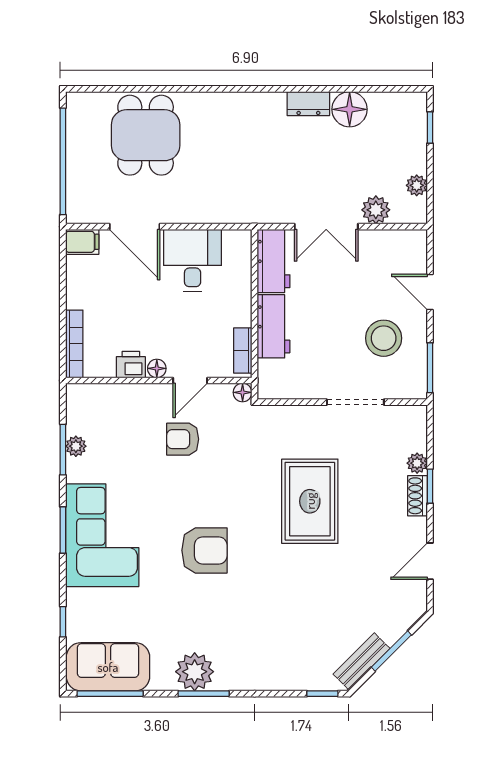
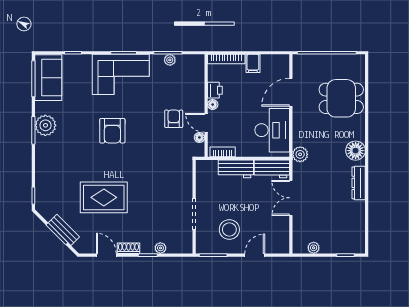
dresser: (308, 104) -> (359, 183), width x1.44
floor lamp: (350, 109) -> (356, 151), moved
plant: (376, 210) -> (300, 154), moved
filing cabinet: (82, 242) -> (253, 63), moved
desk: (193, 260) -> (272, 130), width x1.37
floor lamp: (243, 392) -> (199, 137), moved
shoe rack: (417, 496) -> (128, 248), moved
rug: (310, 501) -> (104, 197), moved
bench: (362, 661) -> (64, 230), moved

